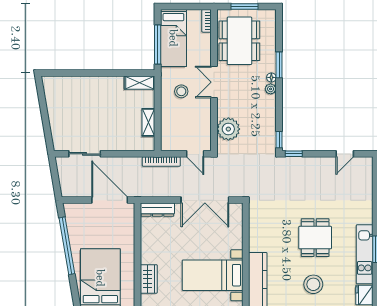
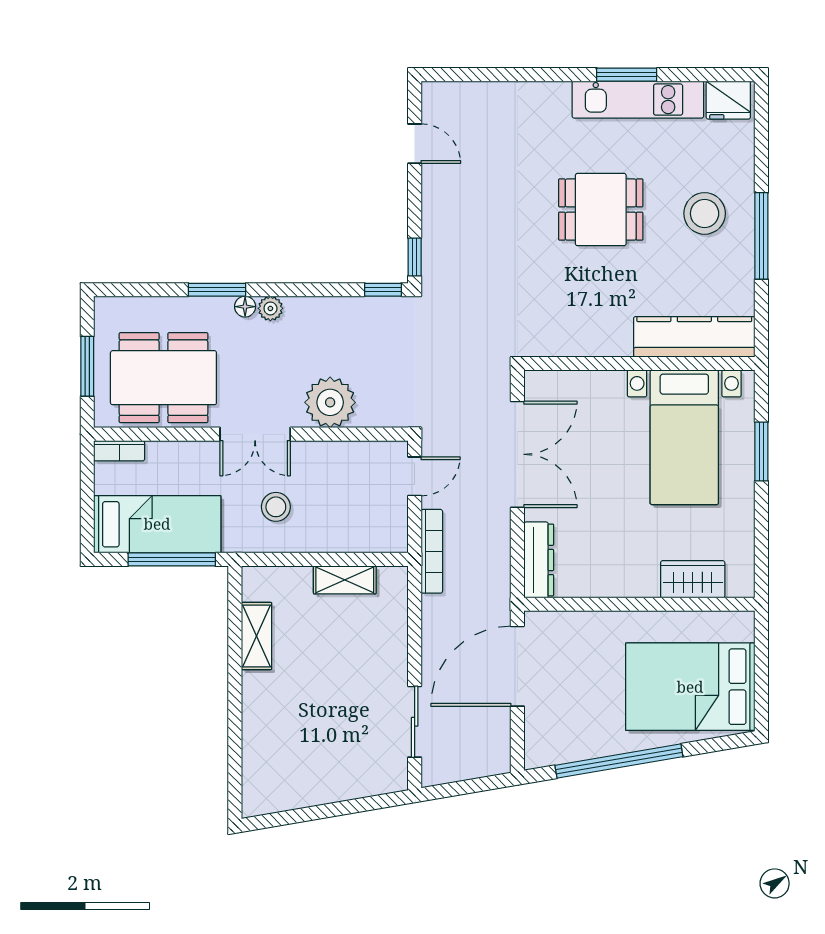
shelving: (140, 83) -> (256, 636), moved
plant: (228, 129) -> (330, 402), moved

